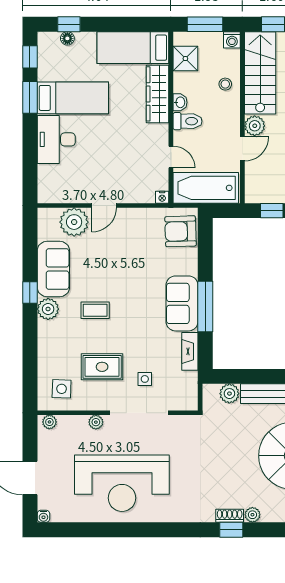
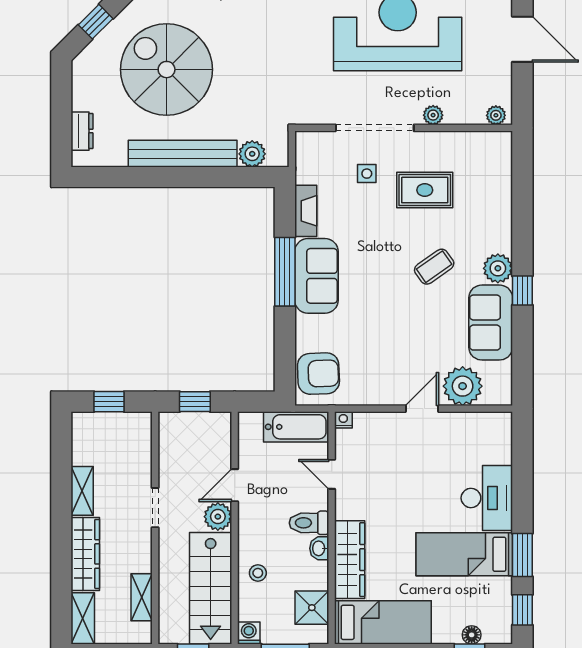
bathtub: (206, 188) -> (296, 427), width x0.73, depth x0.73
coffee table: (95, 310) -> (434, 267), turned -35
side table: (62, 389) -> (480, 160), removed

